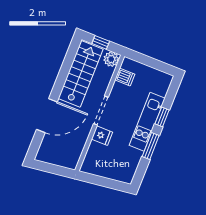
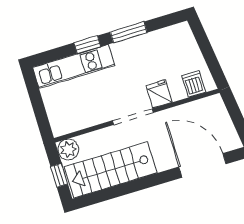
dishwasher: (125, 77) -> (194, 84), moved
door: (47, 116) -> (202, 165), moved
kitchen unit: (147, 122) -> (74, 66), moved

